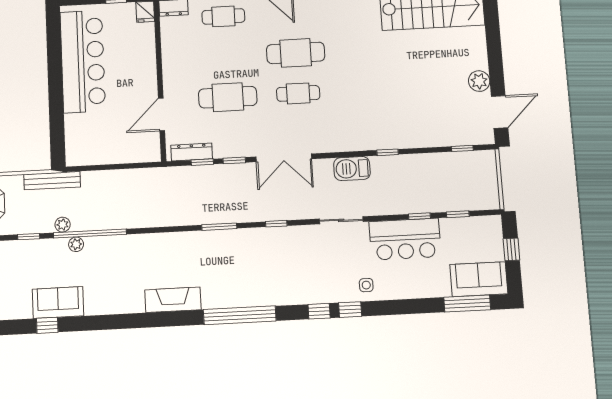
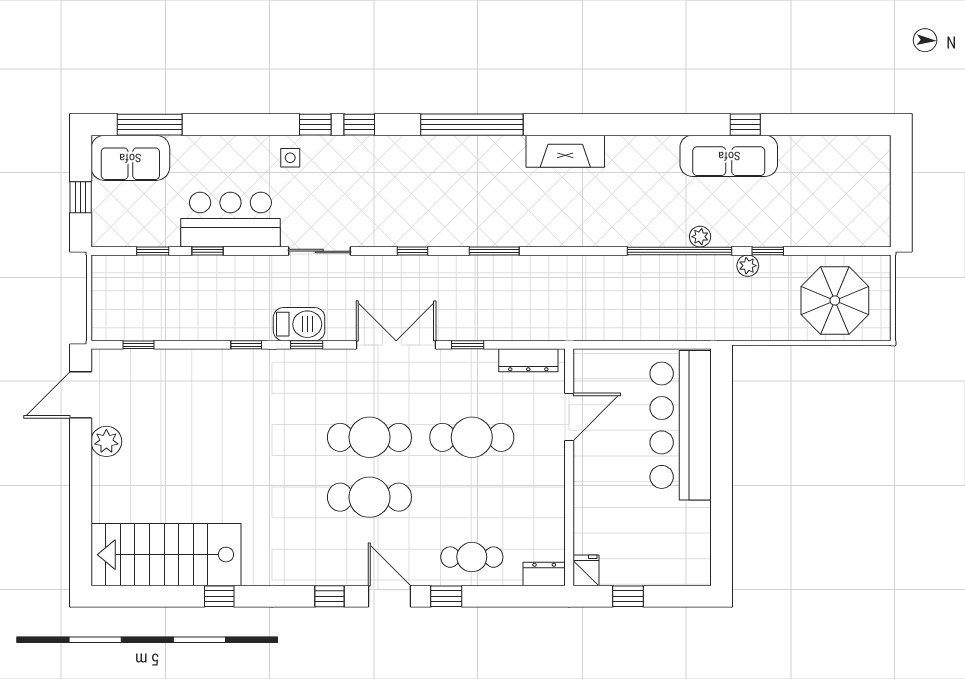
bar counter: (83, 61) -> (681, 425), moved
cafe table: (298, 93) -> (369, 437), width x1.37, depth x1.35
window: (202, 162) -> (307, 345), moved
bench: (52, 181) -> (731, 330), removed
plant: (63, 225) -> (748, 266), moved
sofa: (58, 302) -> (729, 156), width x1.36

